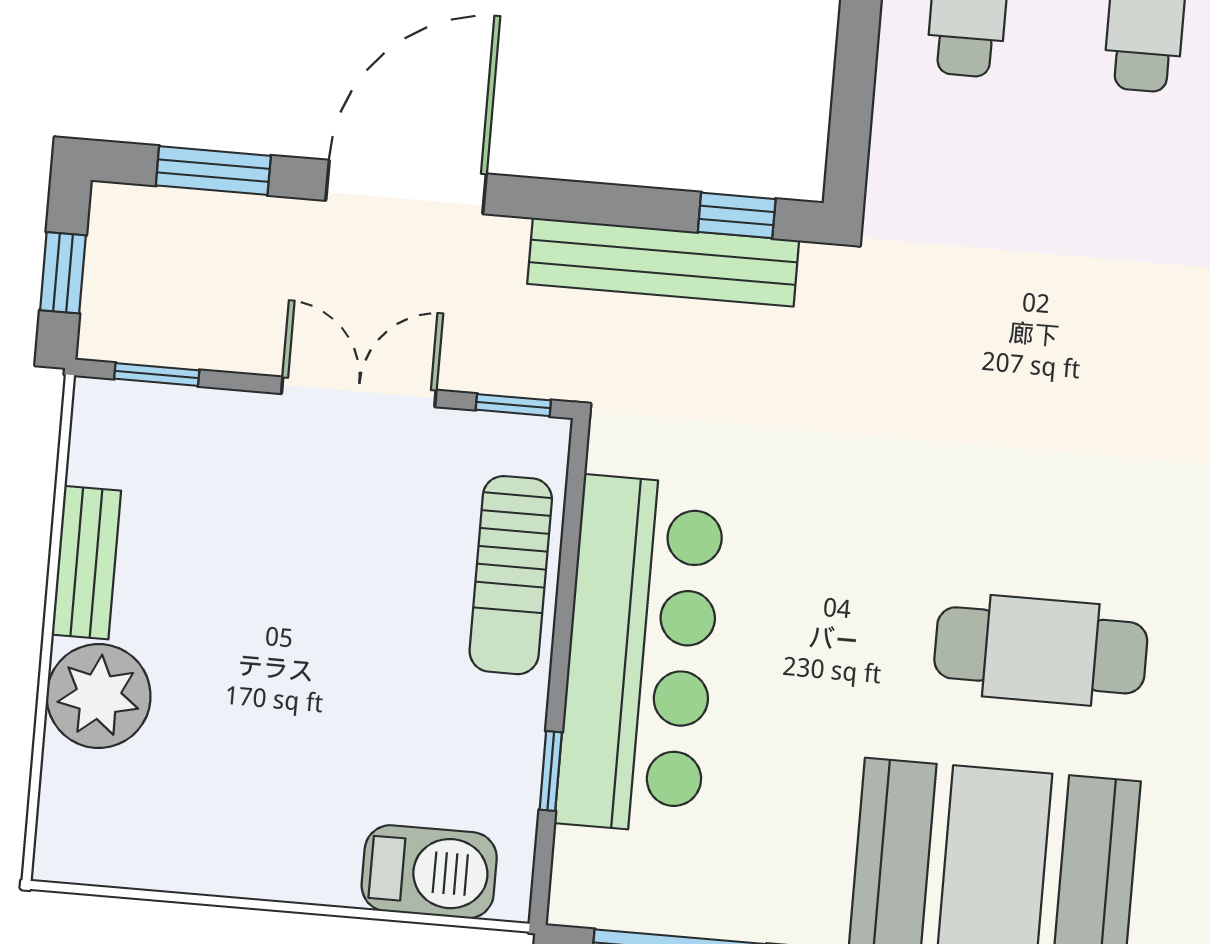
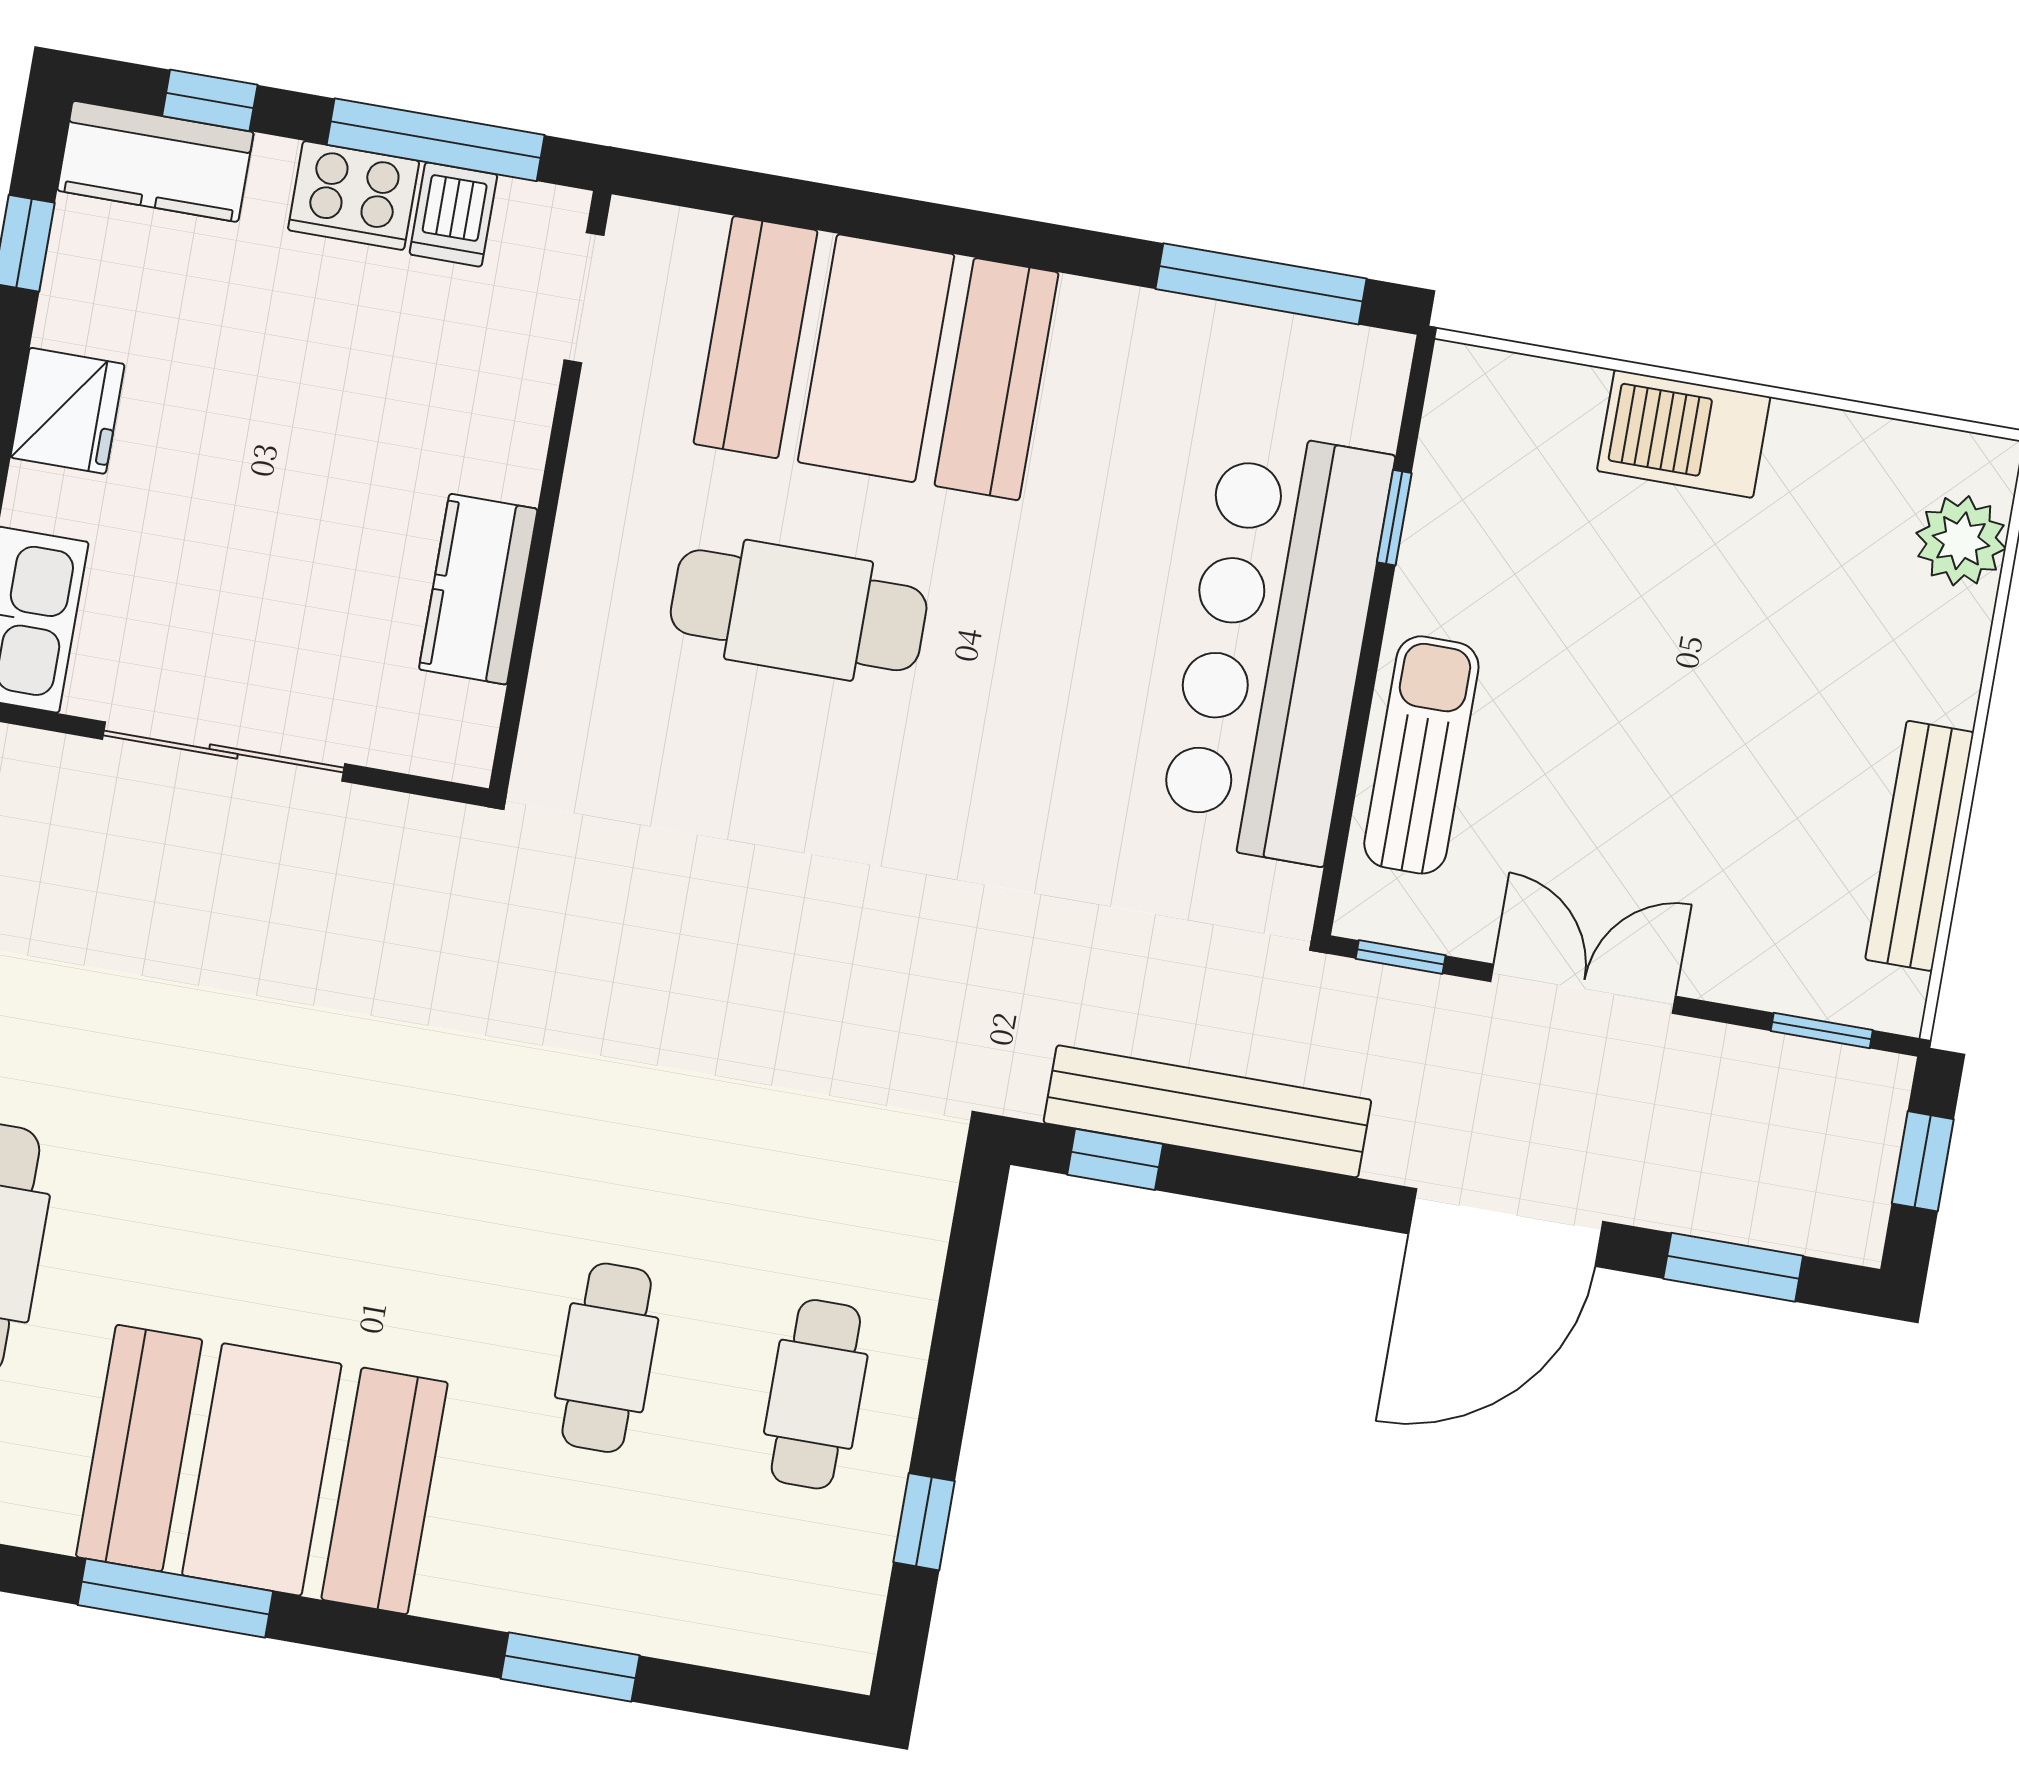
double door: (359, 392) -> (1583, 989), swing flipped
bench: (86, 563) -> (1919, 846), width x1.36
plant: (99, 696) -> (1961, 541), moved, width x0.73, depth x0.73
barbecue: (429, 872) -> (1684, 434), moved

